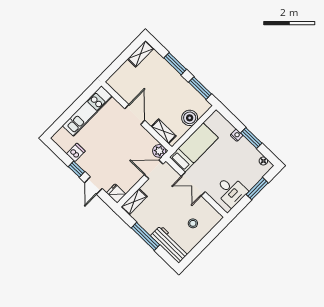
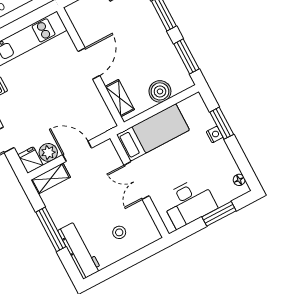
window: (251, 138) -> (222, 123), moved
plant: (159, 151) -> (48, 152), moved
door: (154, 169) -> (77, 151), moved
desk: (231, 191) -> (189, 203), width x1.37

